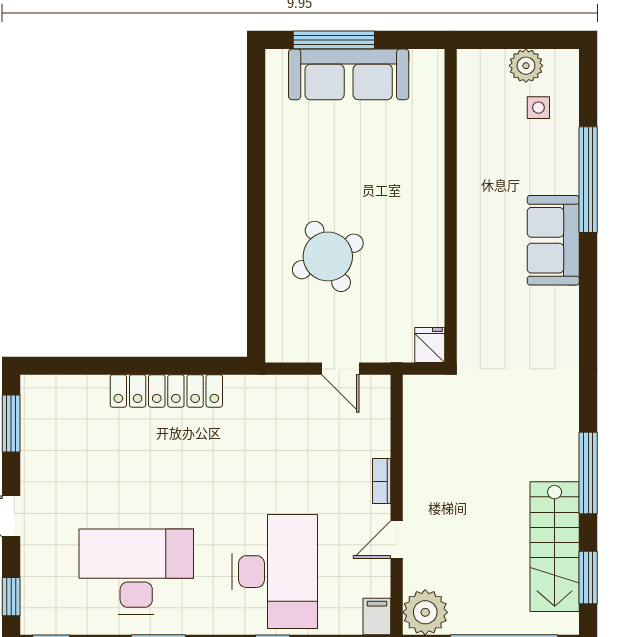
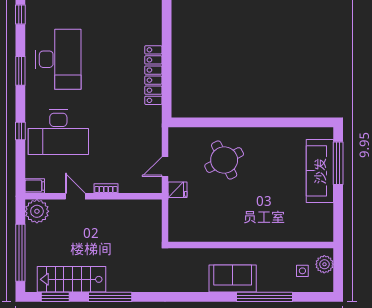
wall: (451, 206) -> (251, 245), moved
fridge: (430, 345) -> (178, 190), moved

